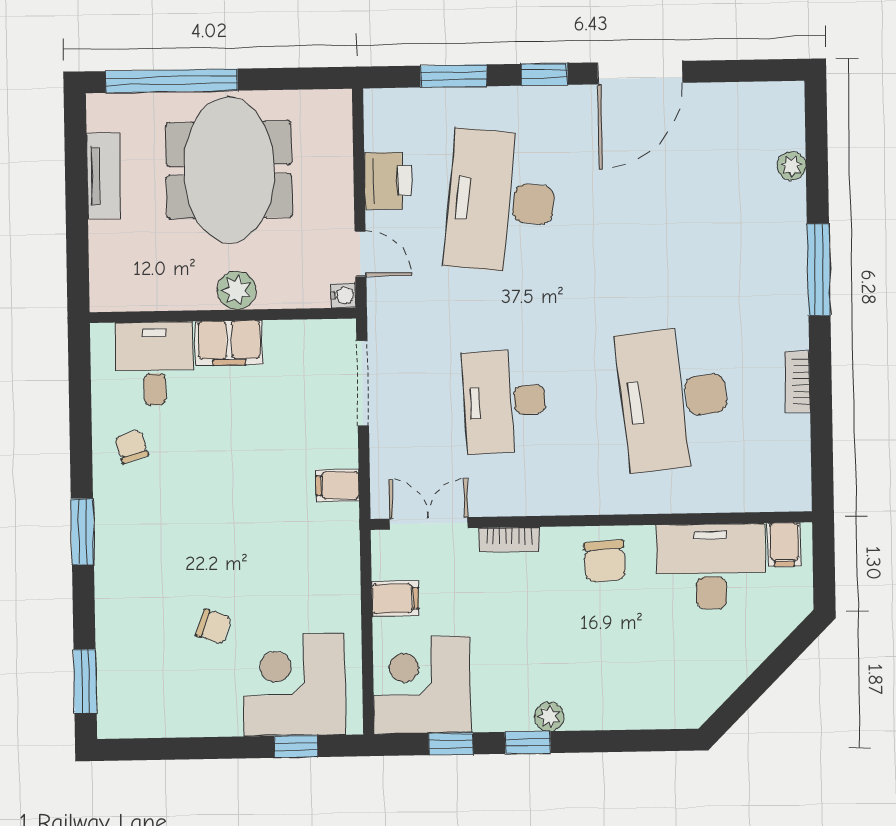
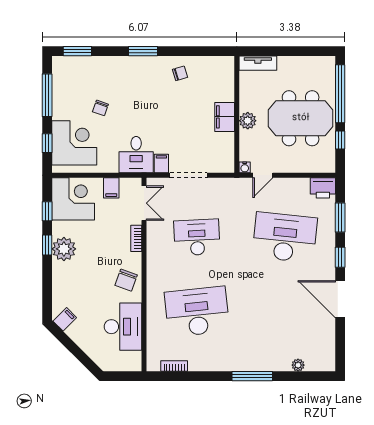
window: (277, 79) -> (340, 140), added
tv unit: (103, 176) -> (258, 63), moved
printer: (388, 181) -> (323, 188), moved
desk: (155, 364) -> (136, 155), moved, turned 90
bookcase: (798, 382) -> (174, 366), moved
doorway: (363, 383) -> (189, 175), moved
filing cabinet: (784, 545) -> (65, 319), moved, turned 135
chair: (605, 561) -> (126, 280), turned -67
plant: (549, 717) -> (64, 249), width x1.87, depth x1.87
window: (187, 748) -> (47, 95), added

